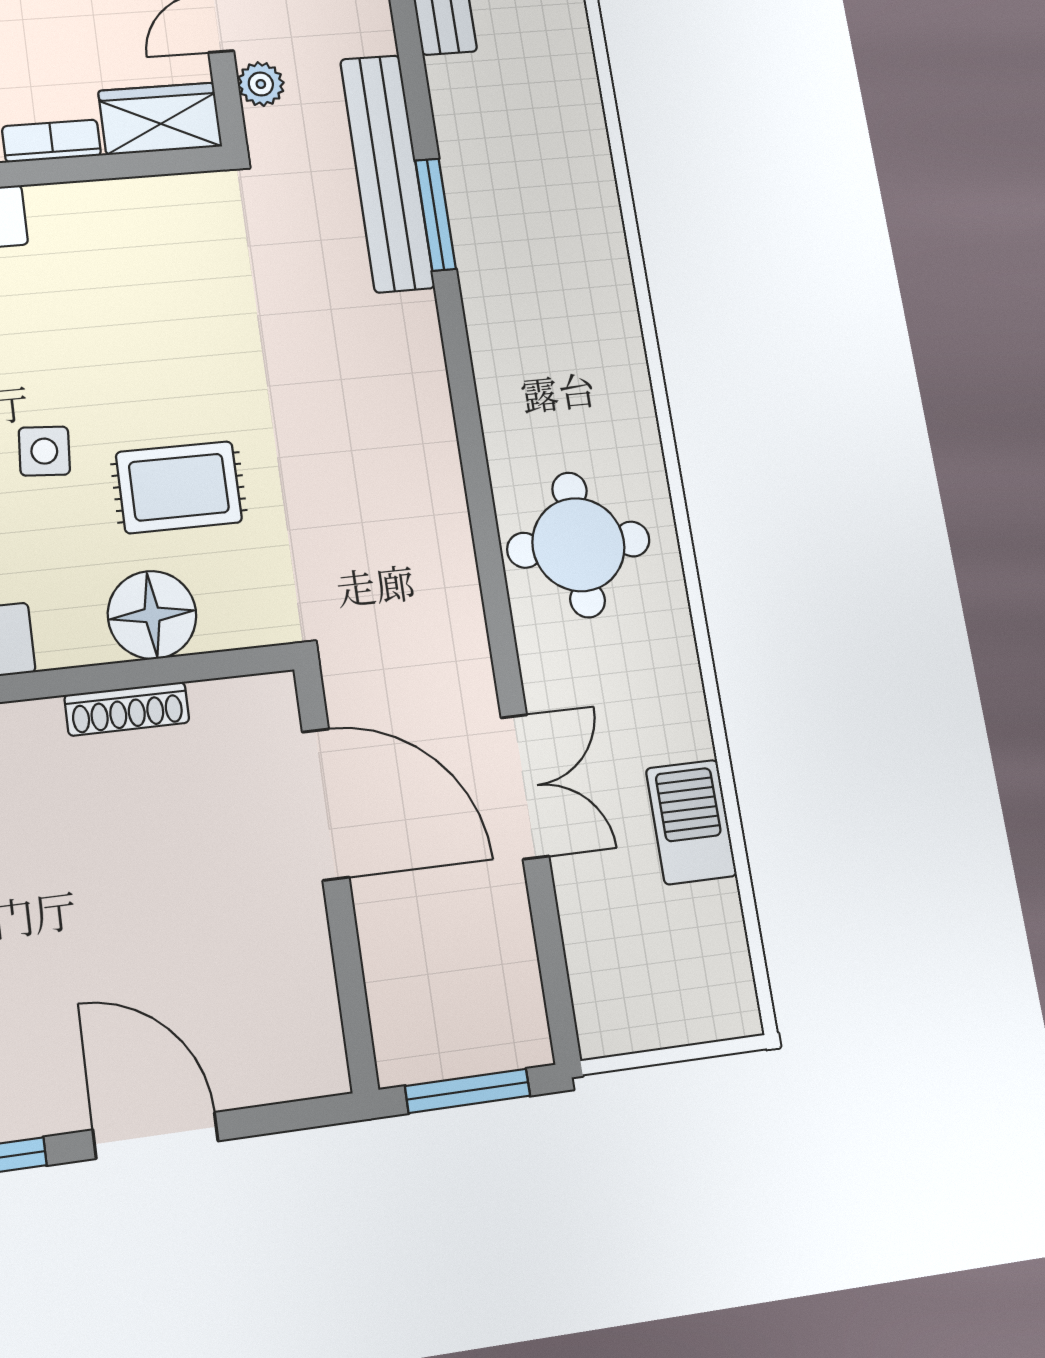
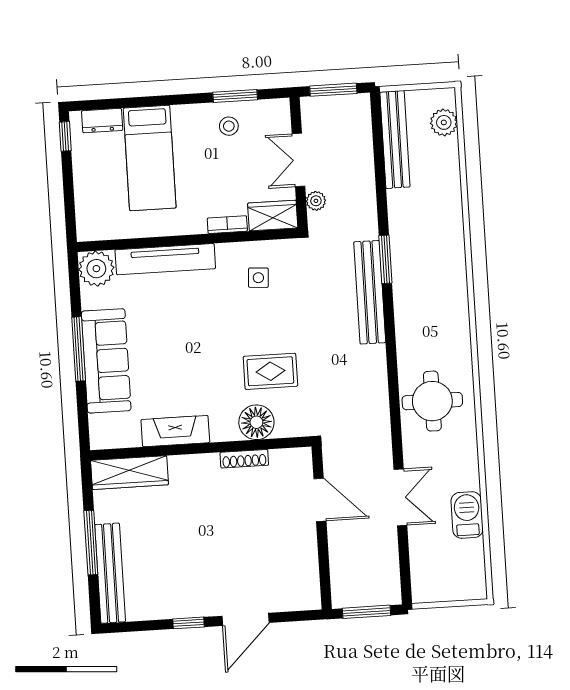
bench: (387, 173) -> (370, 292), moved
side table: (44, 451) -> (258, 278), moved
door: (326, 804) -> (320, 500), width x0.73
door: (156, 1135) -> (246, 619), swing flipped

